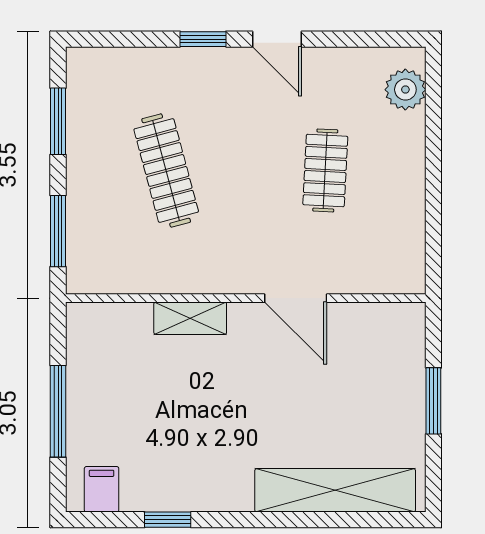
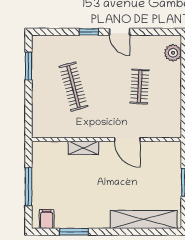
window: (58, 231) -> (28, 112), removed
window: (168, 520) -> (74, 232), width x1.50

